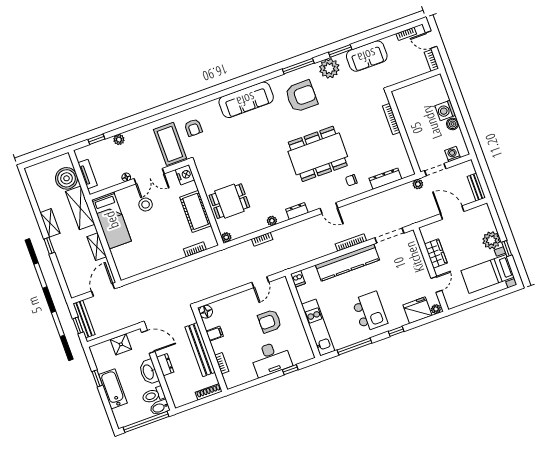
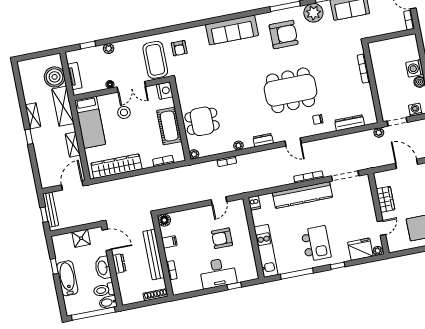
wardrobe: (146, 262) -> (116, 166), added

